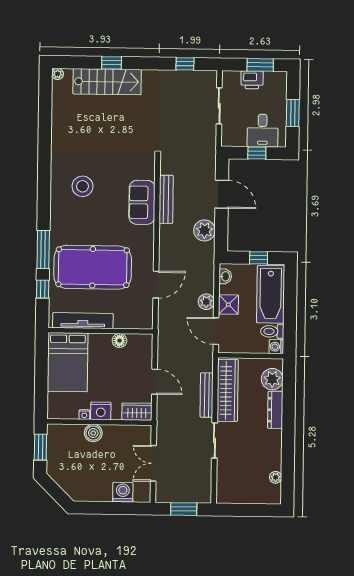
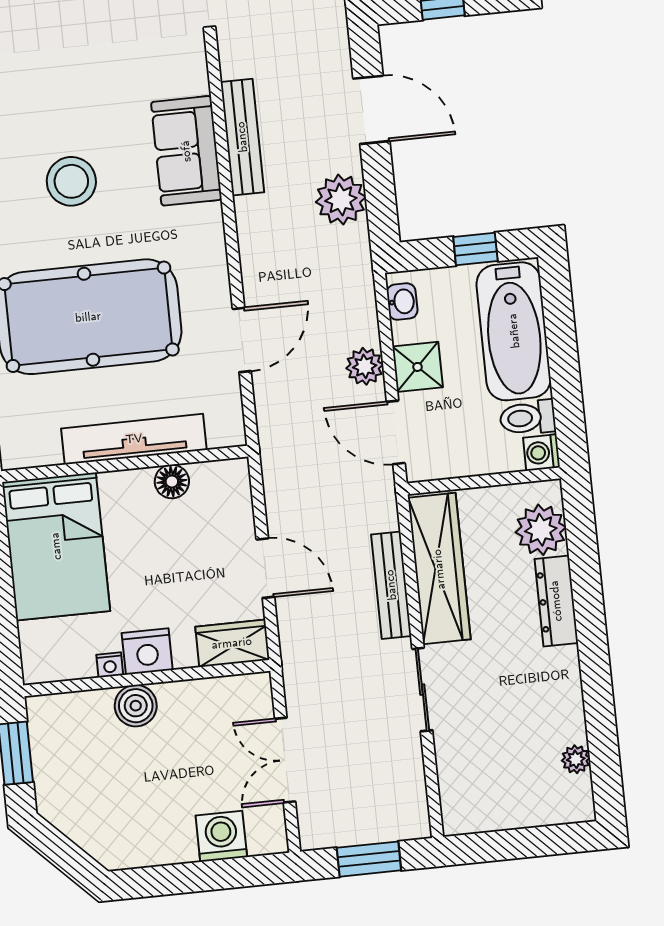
stool: (83, 186) -> (71, 181), moved
tv unit: (83, 321) -> (134, 439), moved

